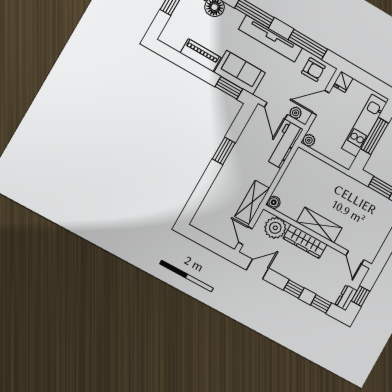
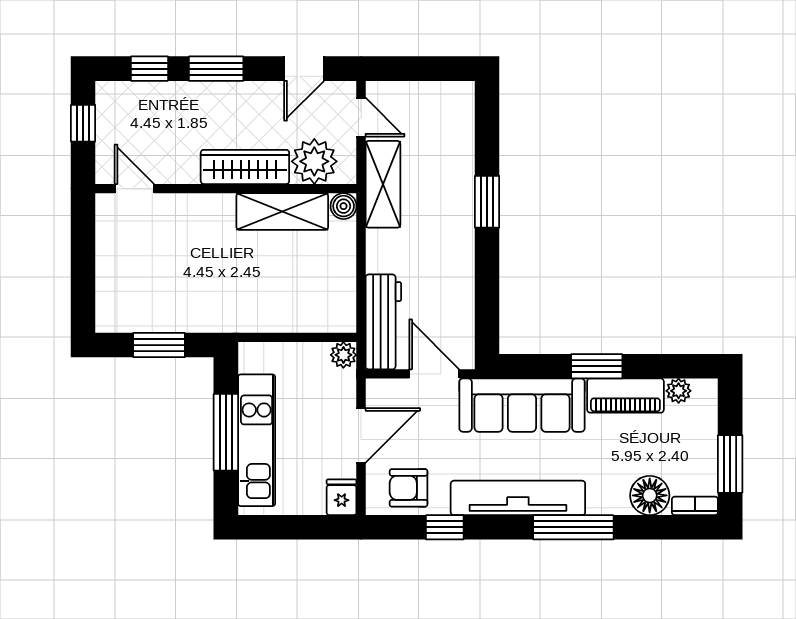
window: (308, 44) -> (445, 527), width x0.46
sofa: (240, 72) -> (522, 405), width x1.36
window: (229, 88) -> (597, 366), moved
plant: (296, 113) -> (679, 391), moved
window: (224, 151) -> (487, 202), moved
shelving: (319, 225) -> (282, 211), moved
window: (294, 289) -> (216, 69), width x1.50
dresser: (346, 298) -> (109, 105), removed

